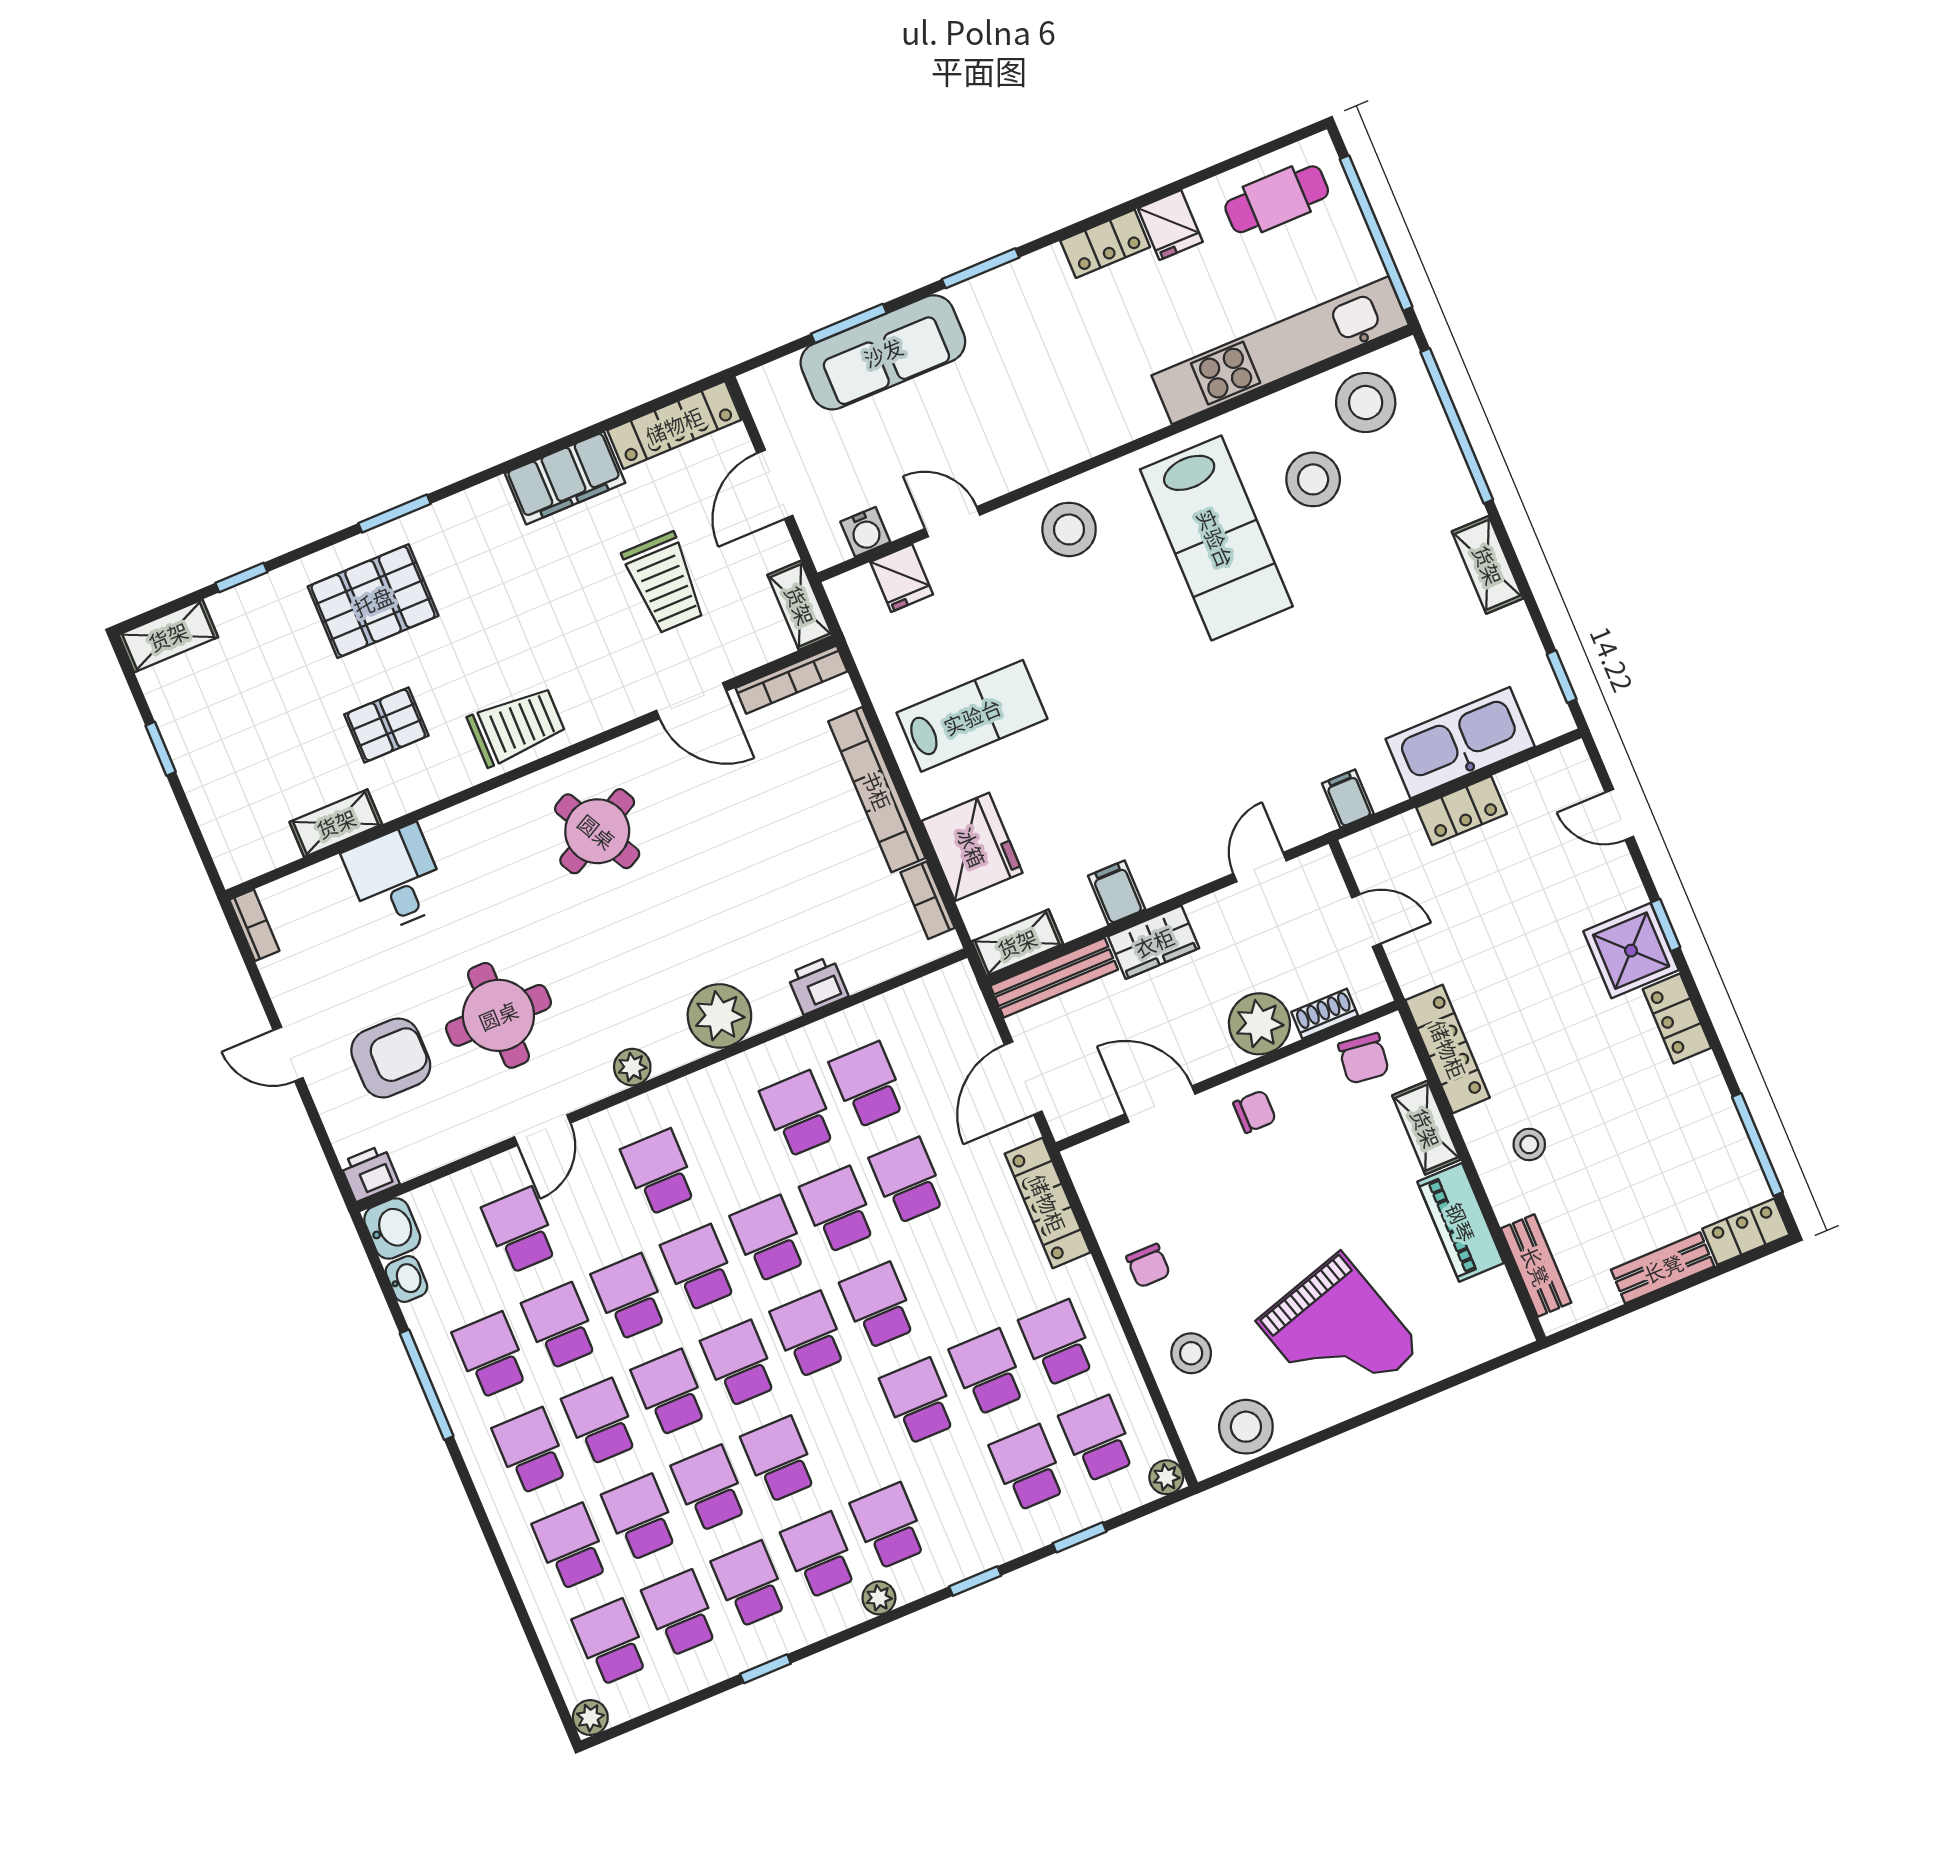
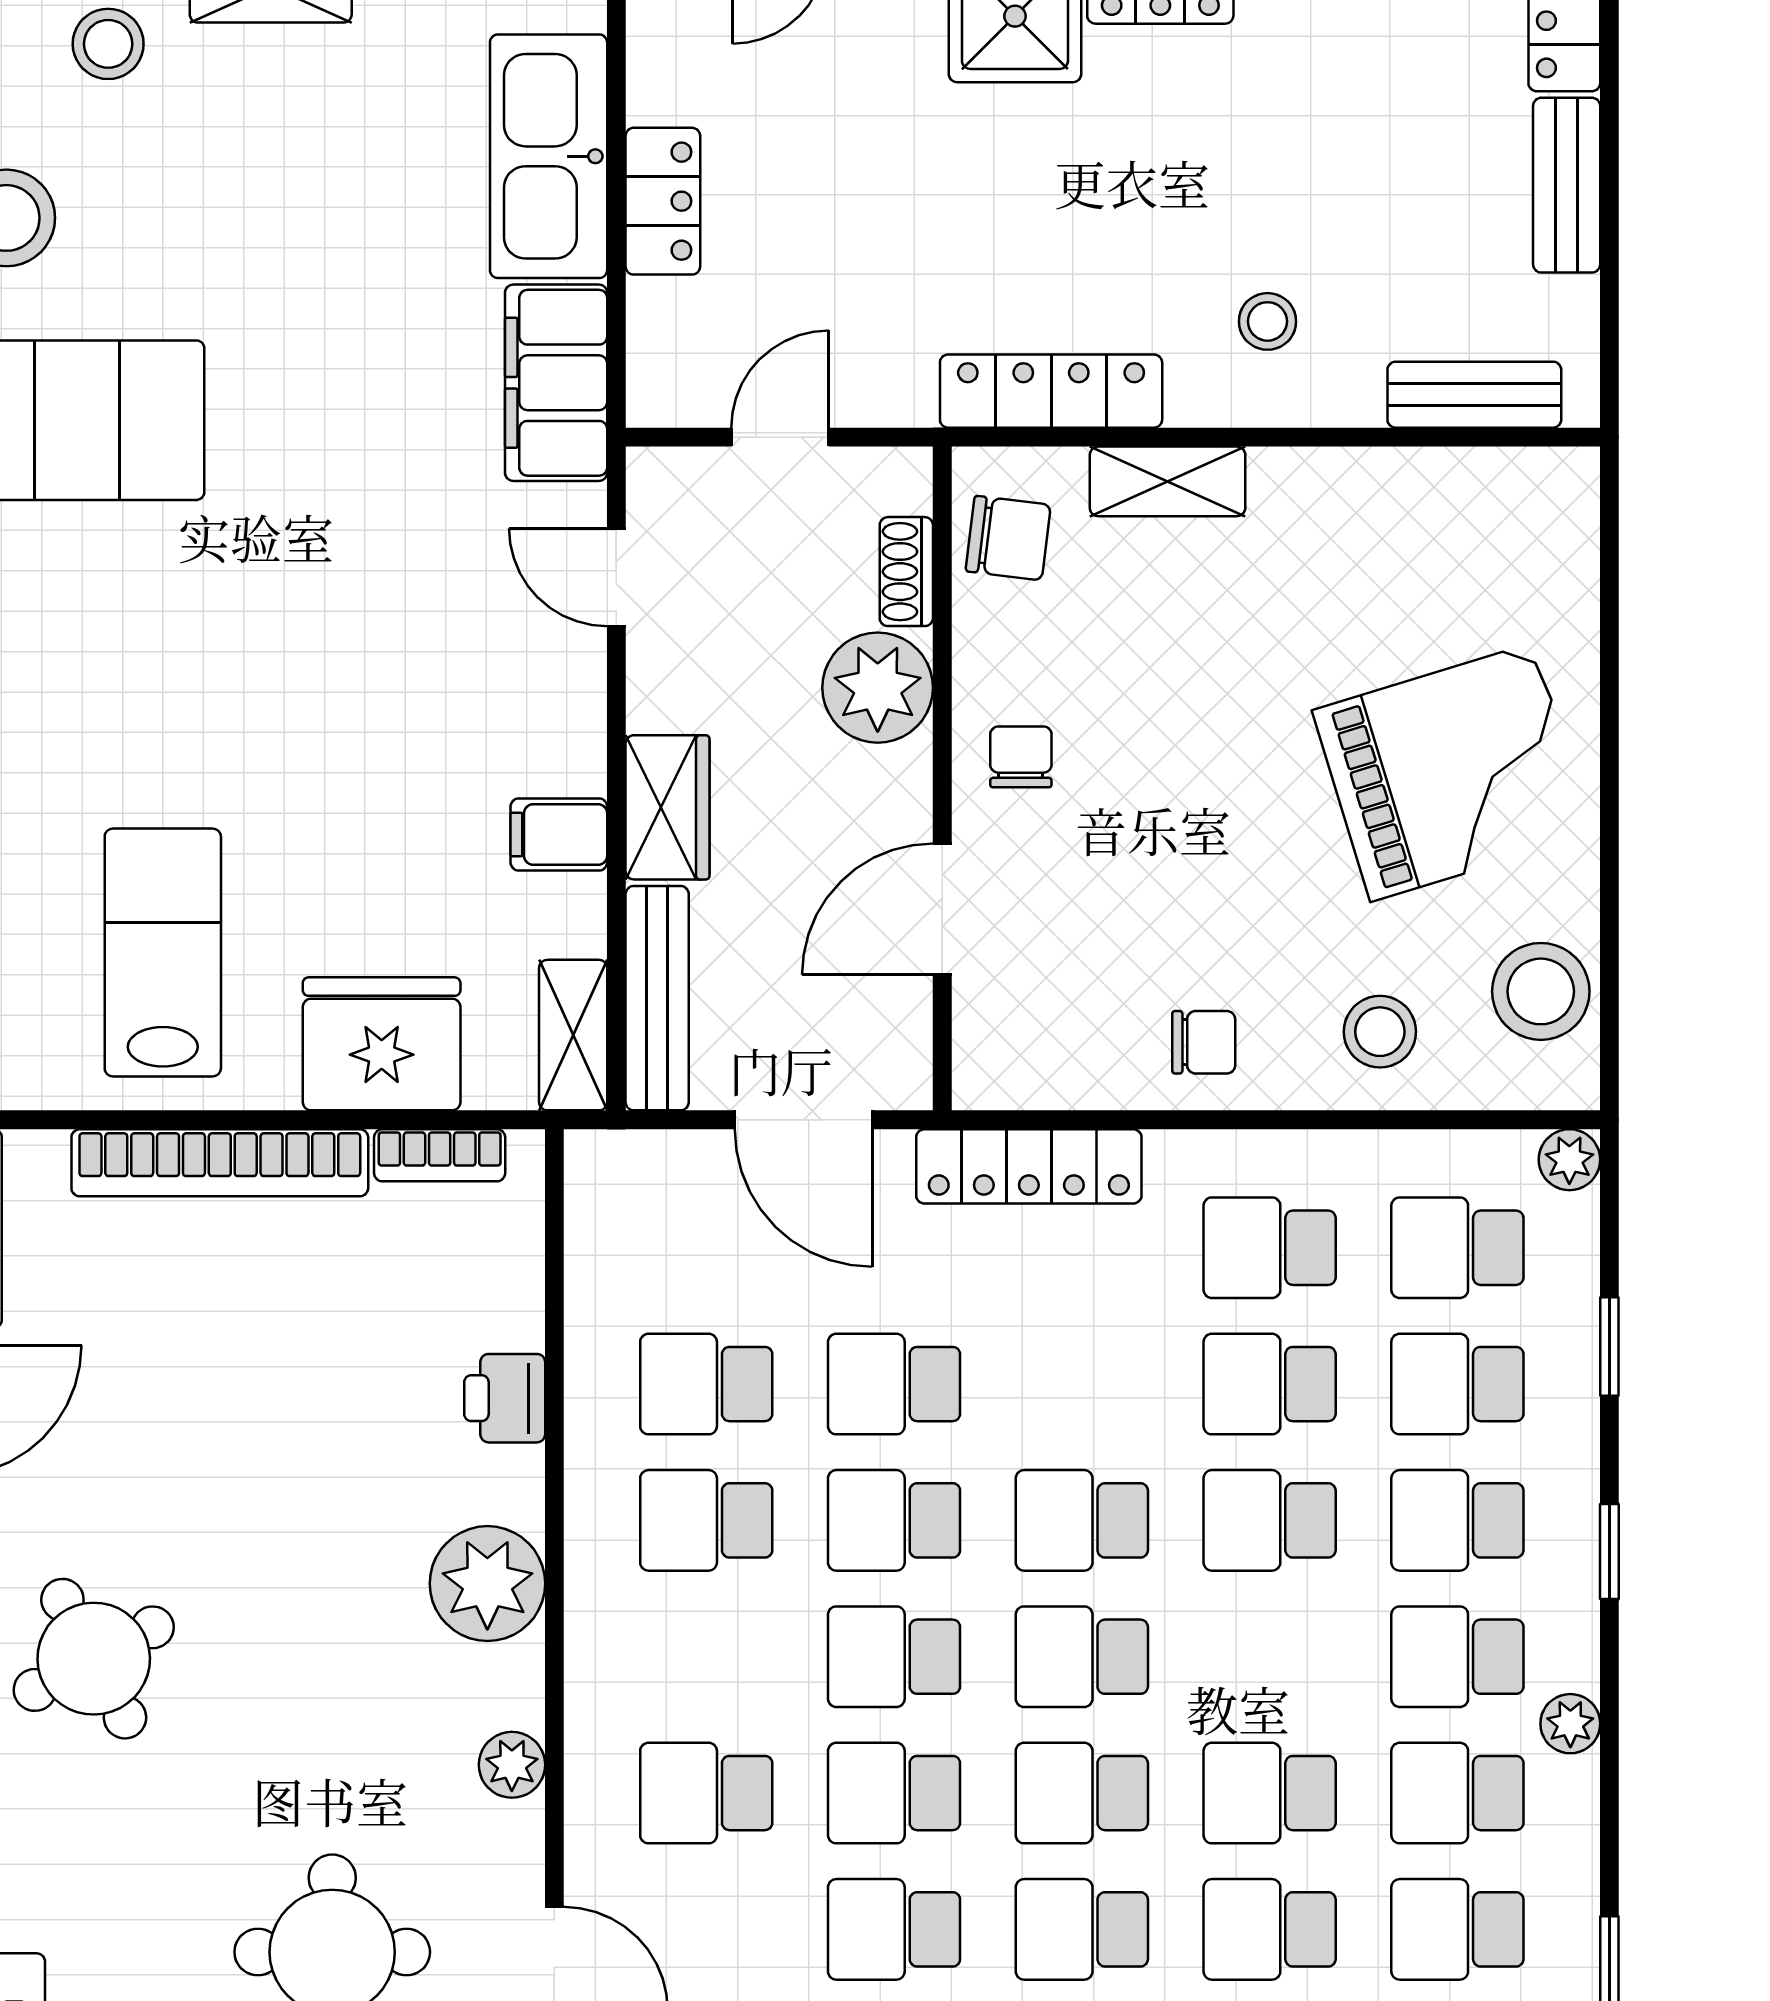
stool: (1423, 494) -> (108, 44), added
filing cabinet: (1348, 799) -> (556, 383), width x3.00, depth x1.17
piano: (1461, 1222) -> (1350, 490), removed
school desk: (958, 1497) -> (1457, 1520), added

